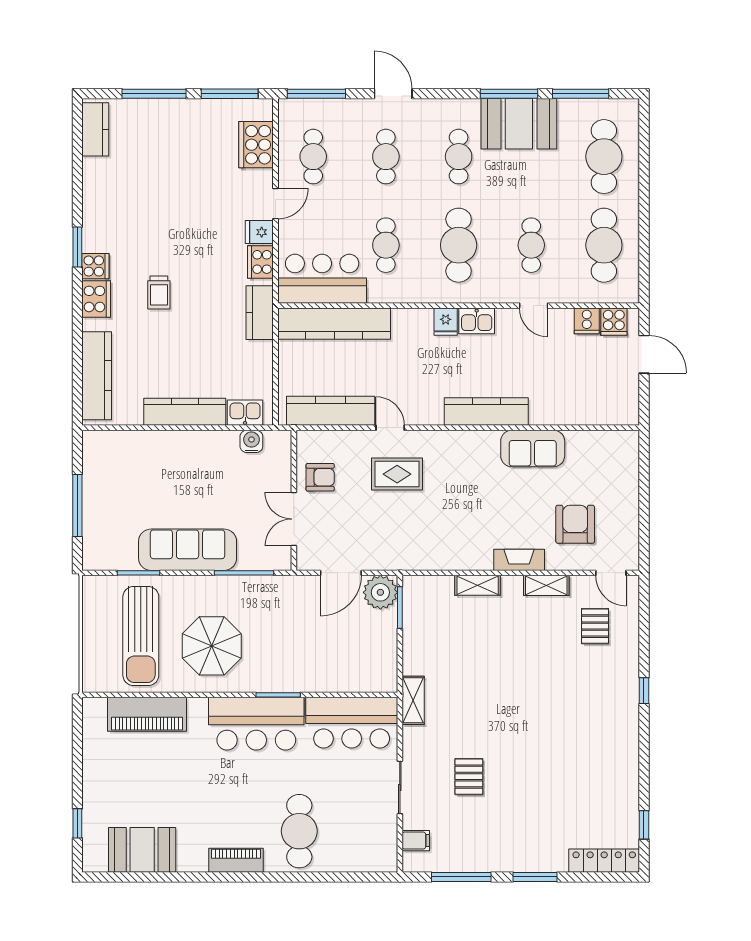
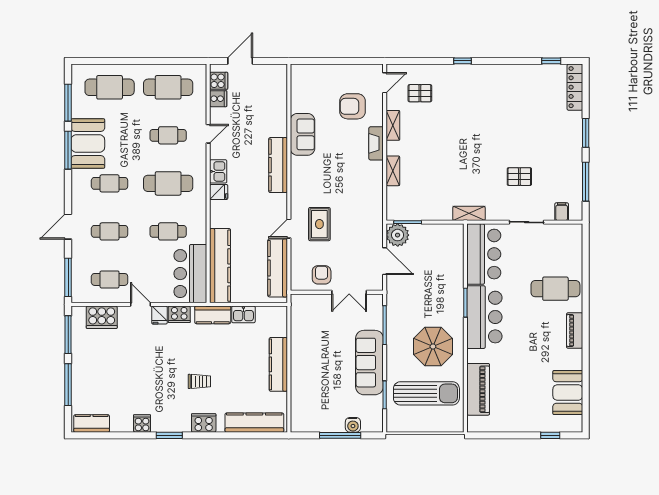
cooker: (95, 266) -> (142, 423), moved
kitchen sink: (245, 413) -> (243, 314), moved, turned -90
water cooler: (251, 441) -> (353, 425), moved, turned -90

